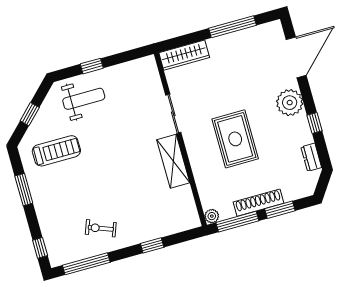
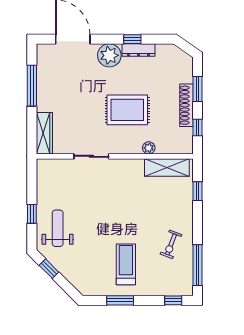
window: (30, 114) -> (49, 269), moved
treadmill: (56, 151) -> (126, 264), moved
dresser: (311, 157) -> (139, 50), moved, width x1.44
shelving: (173, 161) -> (167, 167), moved
plant: (212, 216) -> (149, 148), moved
window: (237, 222) -> (198, 128), width x0.46
window: (152, 245) -> (198, 191), moved

